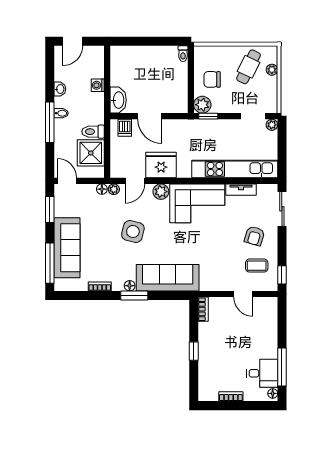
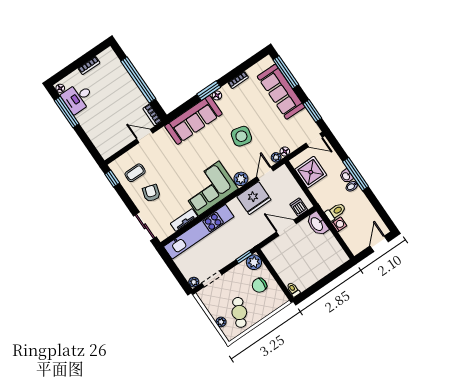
chair: (212, 79) -> (259, 285), turned 180
washbasin: (60, 89) -> (346, 176), moved
toilet: (93, 132) -> (335, 212), moved
door: (243, 294) -> (145, 136), moved
window: (194, 351) -> (138, 80), width x3.17

